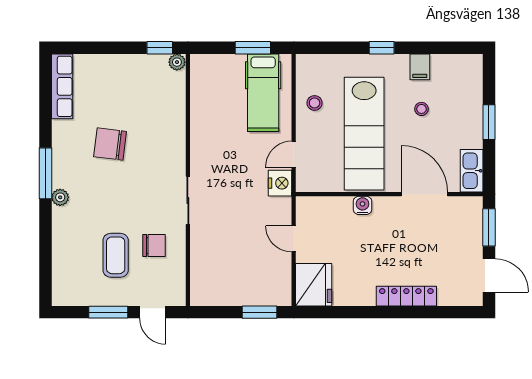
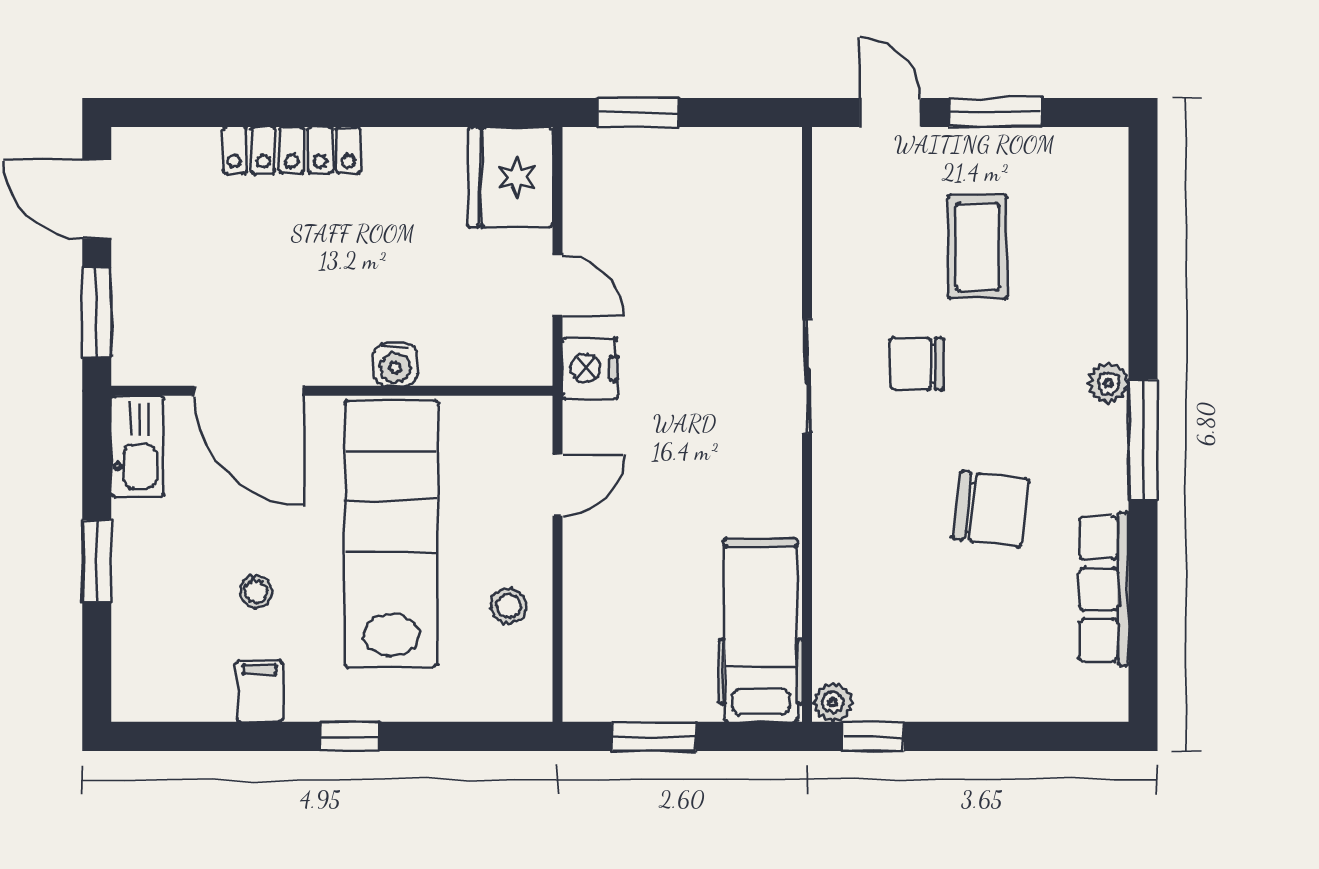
row of seats: (62, 86) -> (1104, 589), moved
hospital bed: (263, 93) -> (761, 630), moved
nightstand: (280, 183) -> (590, 368), moved
chair: (154, 246) -> (917, 364), moved

